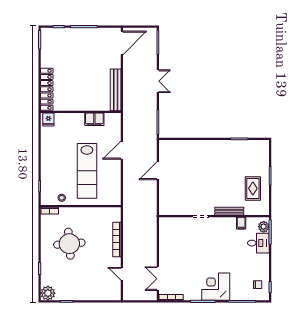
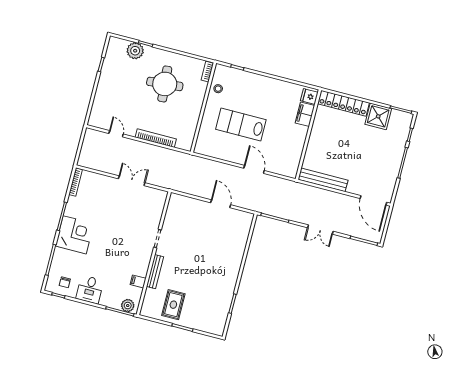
shower: (50, 57) -> (378, 116), added
filing cabinet: (94, 119) -> (305, 114), moved
lab bench: (87, 171) -> (241, 125), width x0.73
rug: (253, 188) -> (173, 305), turned 90
desk: (258, 243) -> (90, 290), moved
door: (122, 274) -> (116, 134), hinge flipped
double door: (158, 279) -> (132, 181), moved
plant: (48, 293) -> (135, 51), moved

